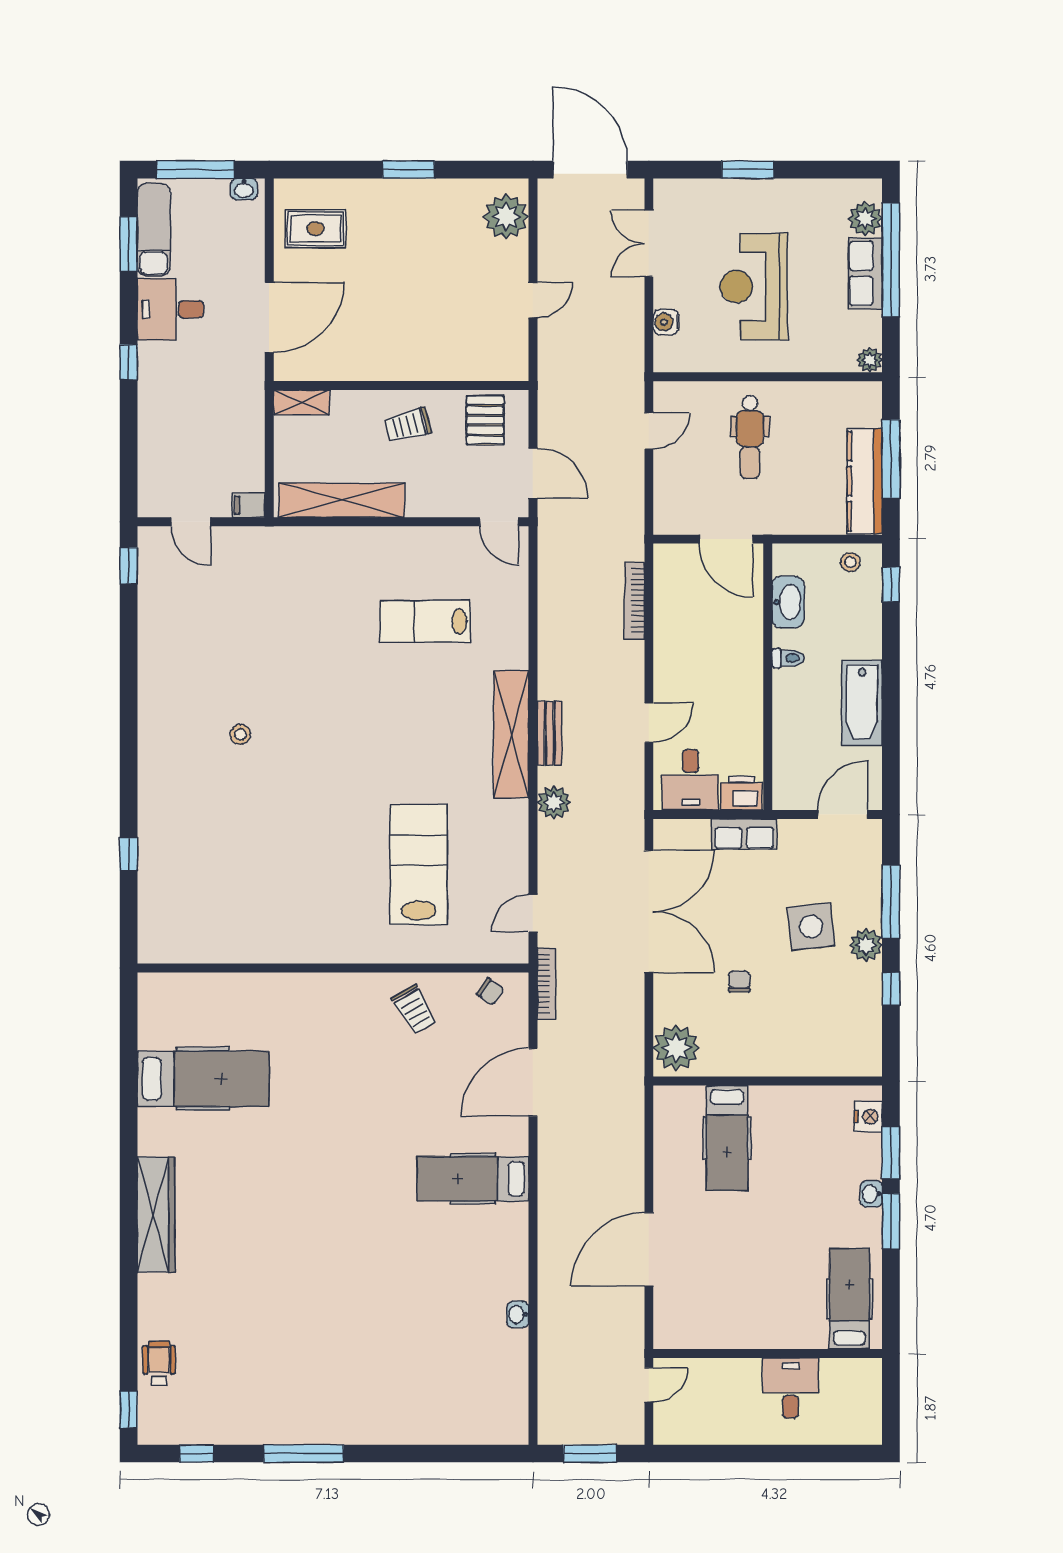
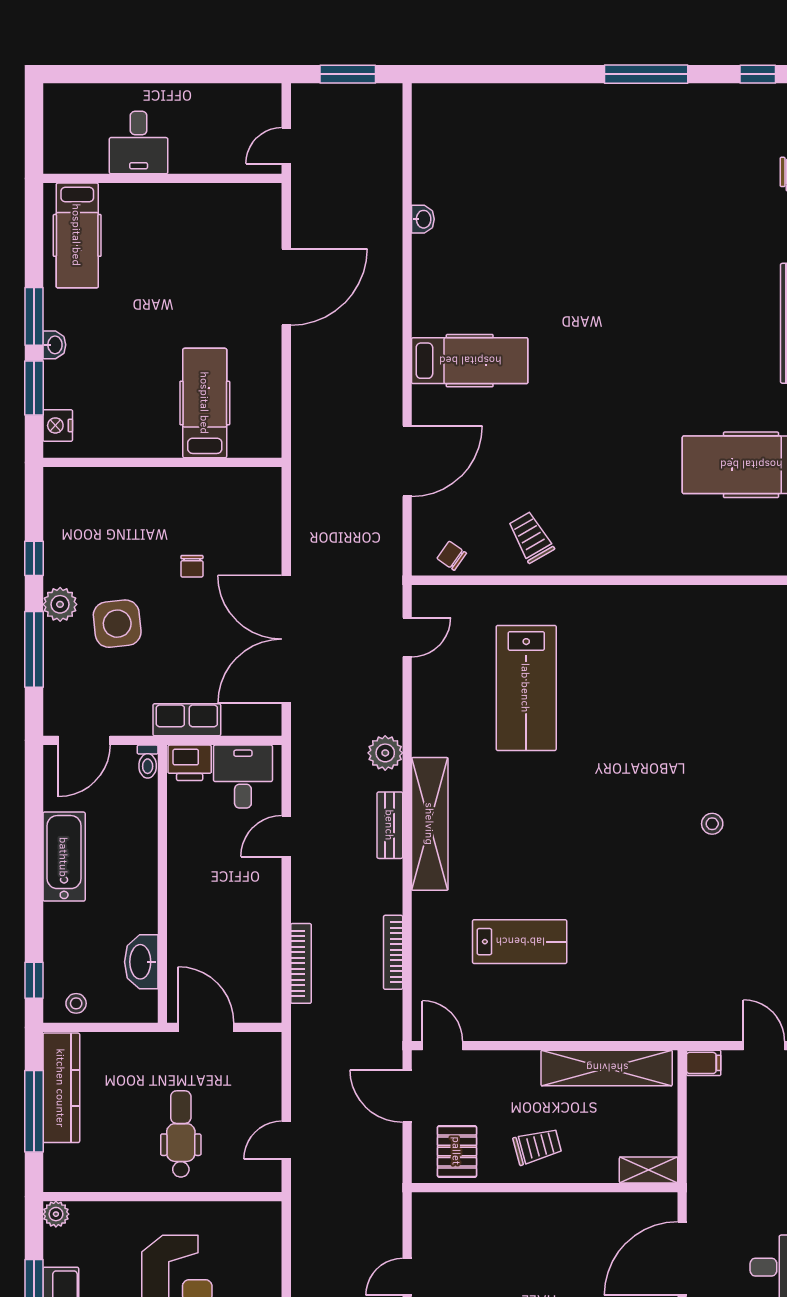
water cooler: (666, 322) -> (268, 1254), removed
toilet: (788, 658) -> (148, 762), moved, turned -90
bookcase: (546, 983) -> (393, 952), moved
plant: (676, 1048) -> (258, 497), removed

